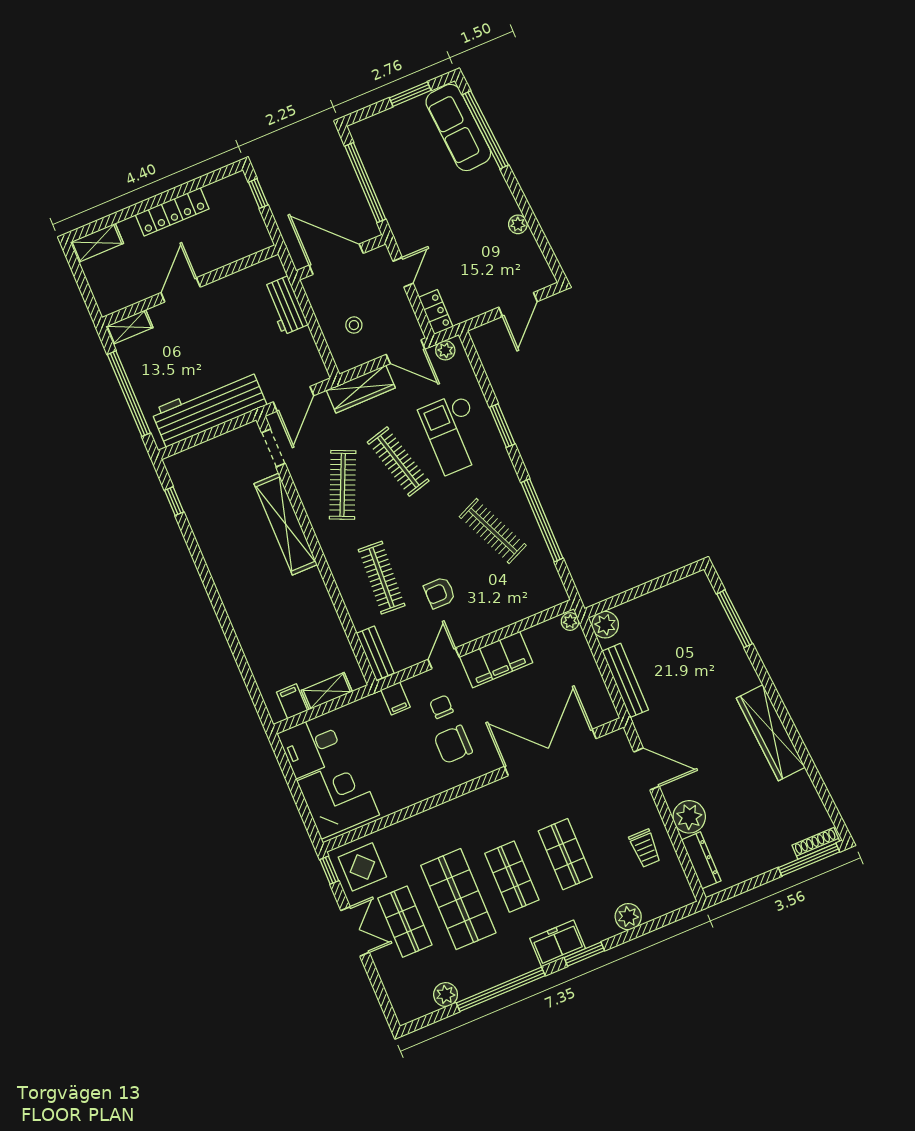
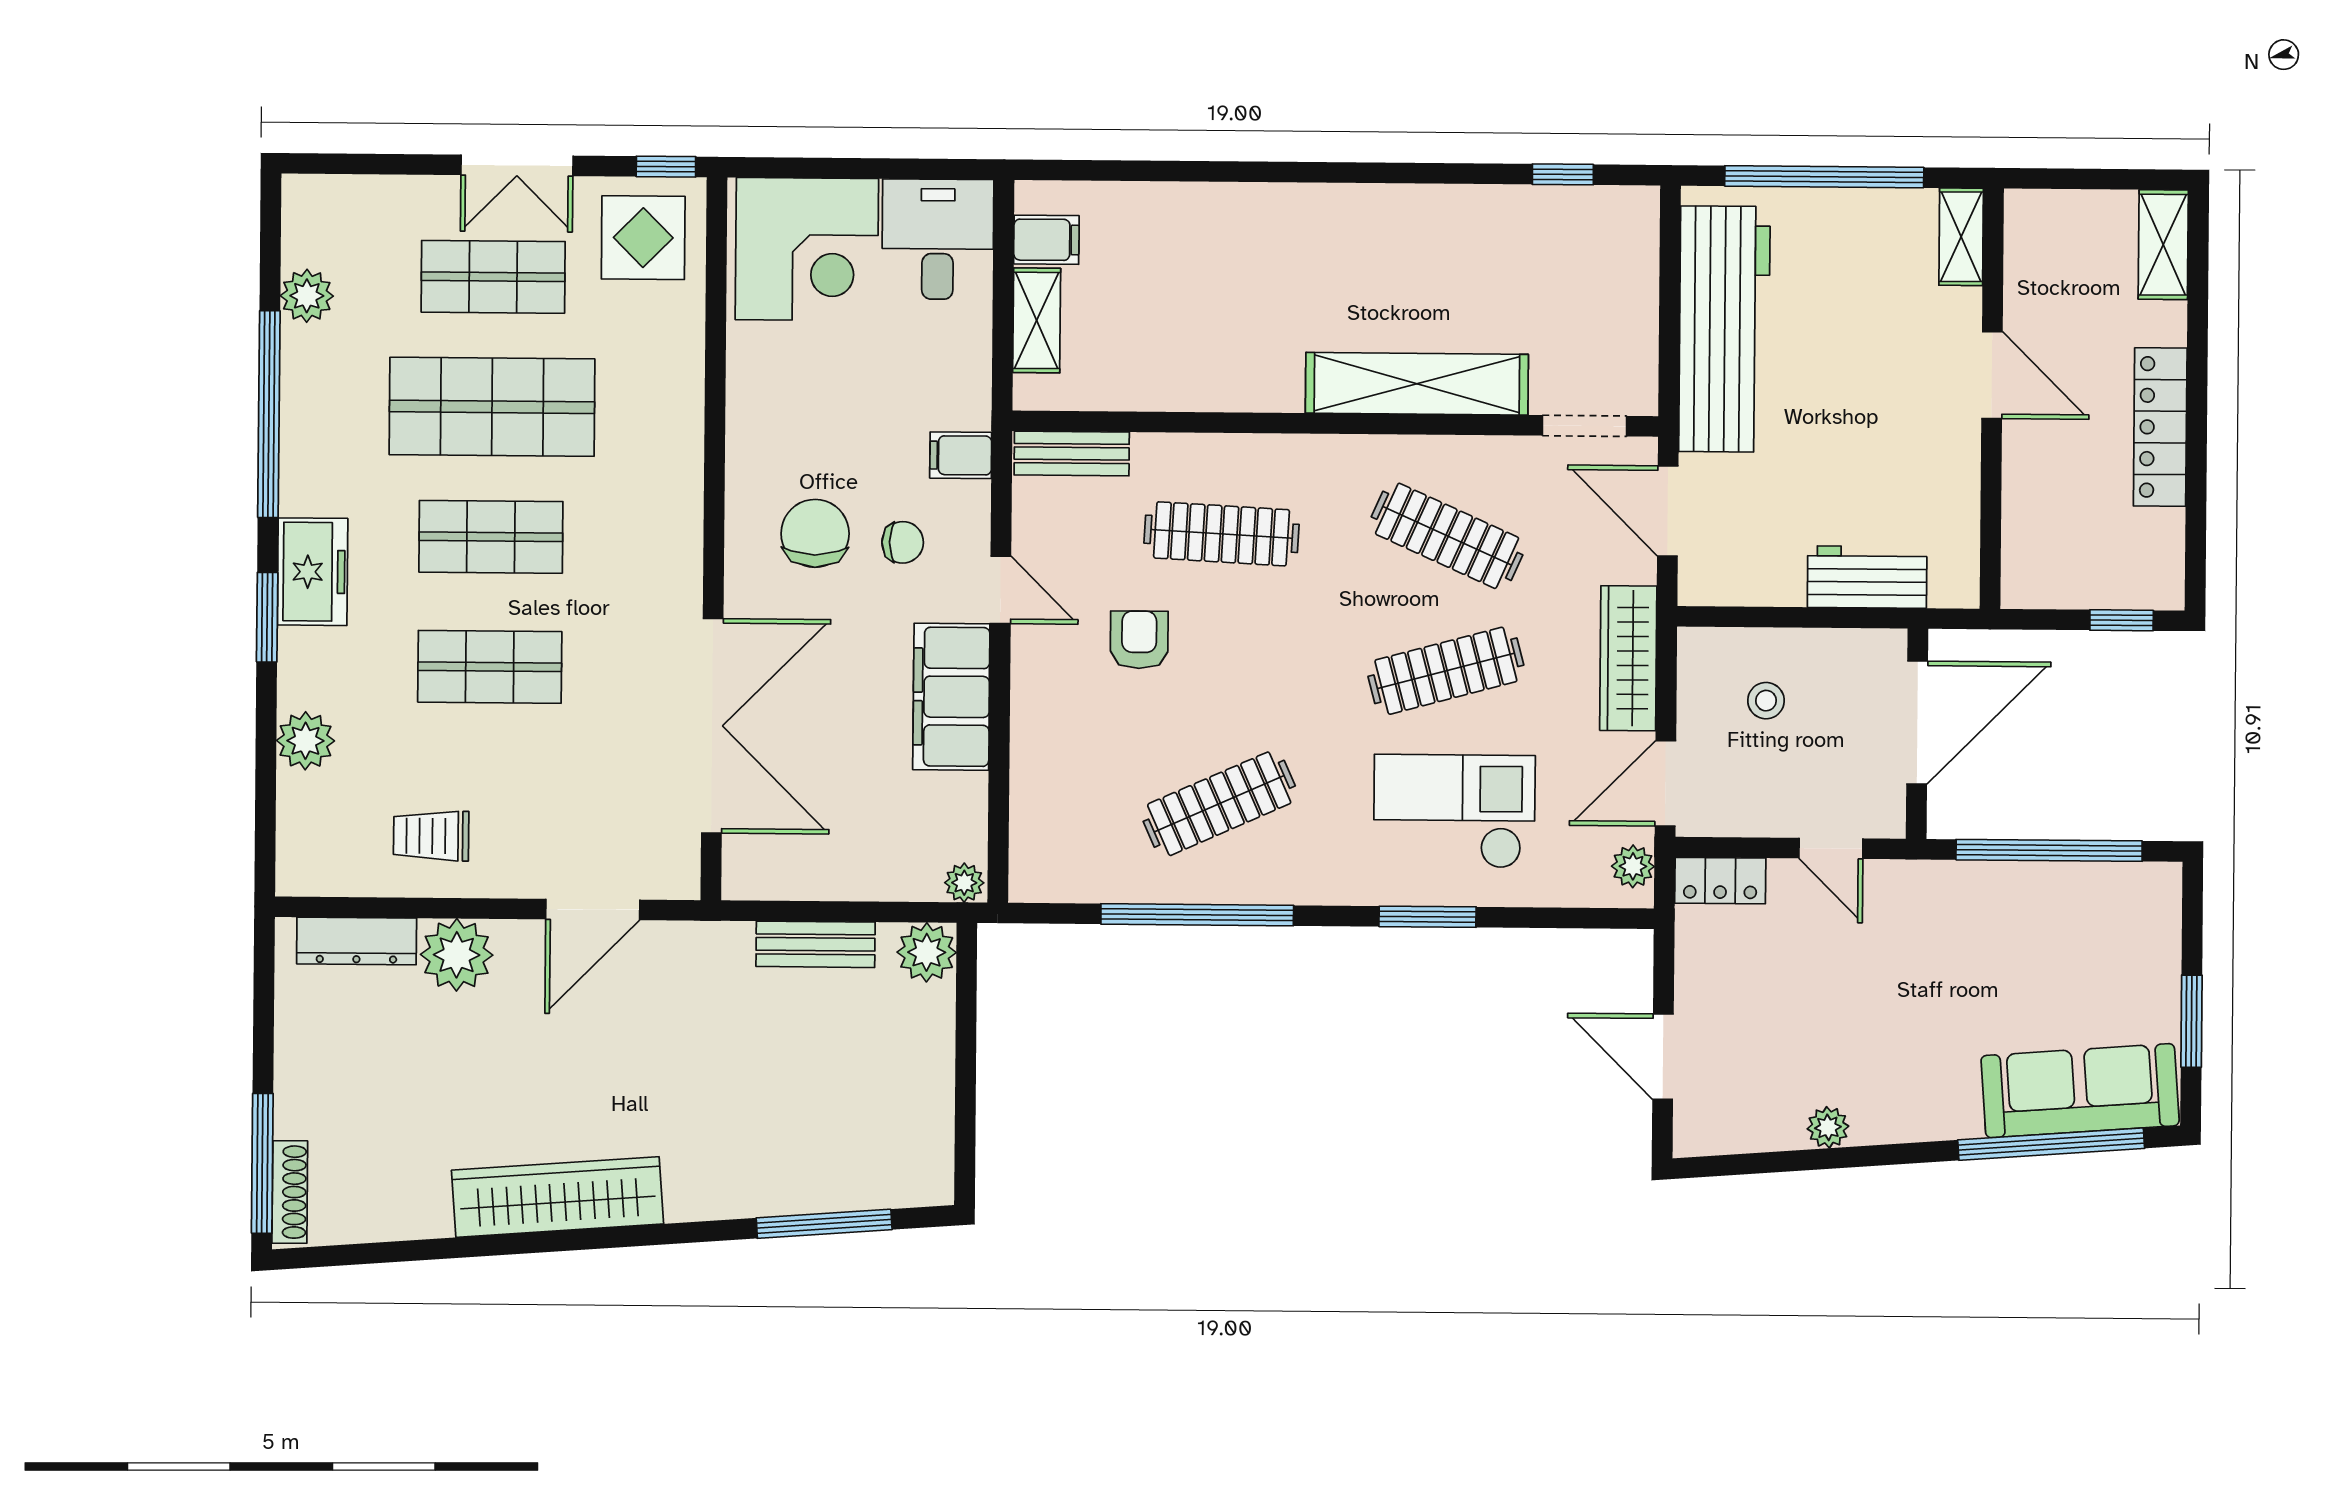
bench: (625, 680) -> (816, 944), width x0.73

